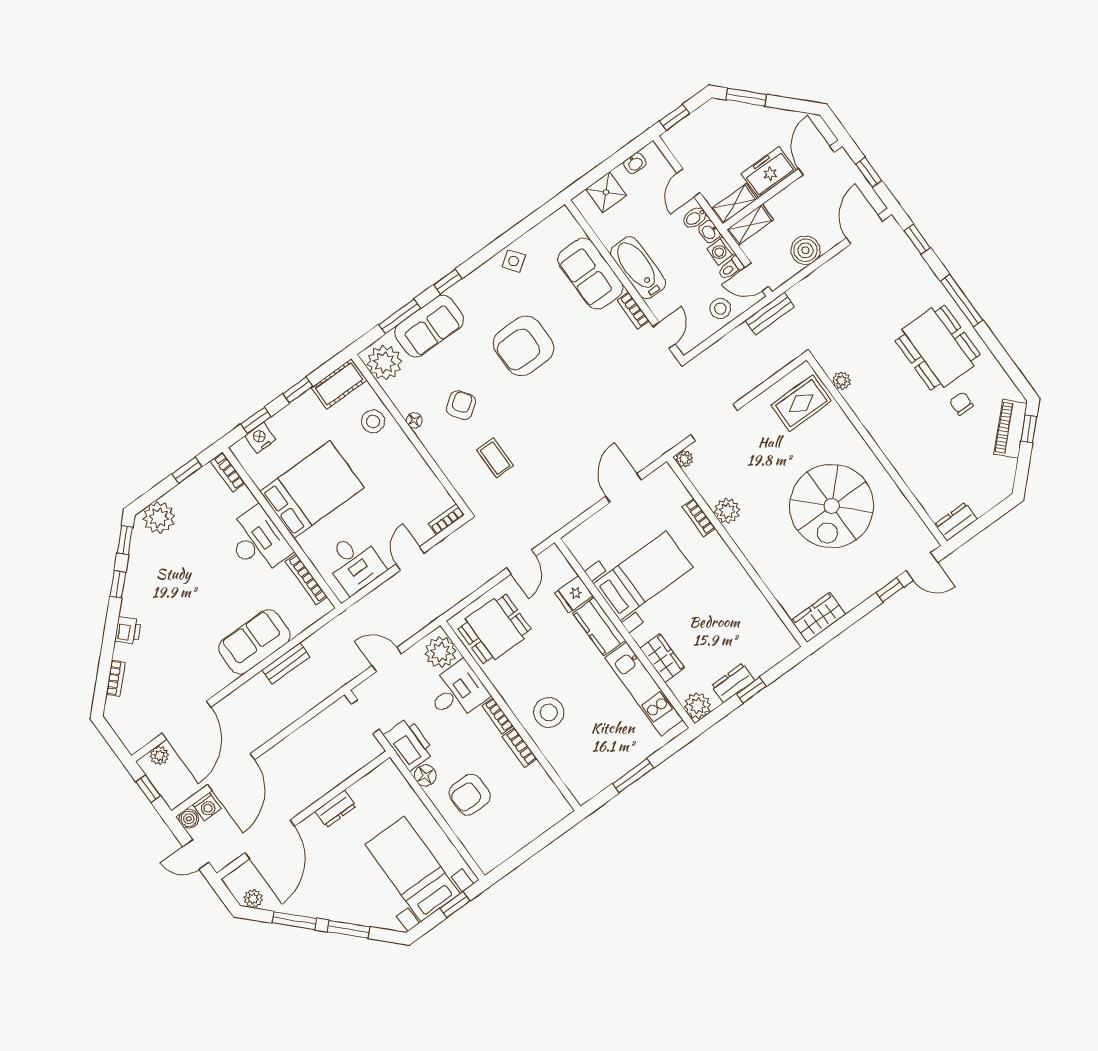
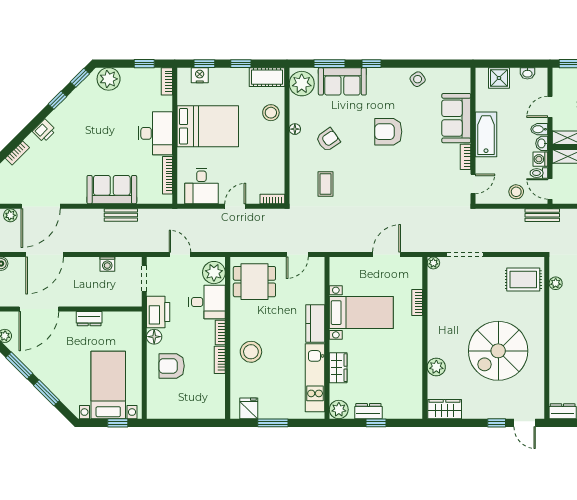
armchair: (524, 346) -> (388, 132), width x0.73, depth x0.73
plant: (727, 511) -> (436, 367), moved
fridge: (574, 594) -> (249, 408), moved, turned 90
washing machine: (207, 807) -> (107, 264), moved

